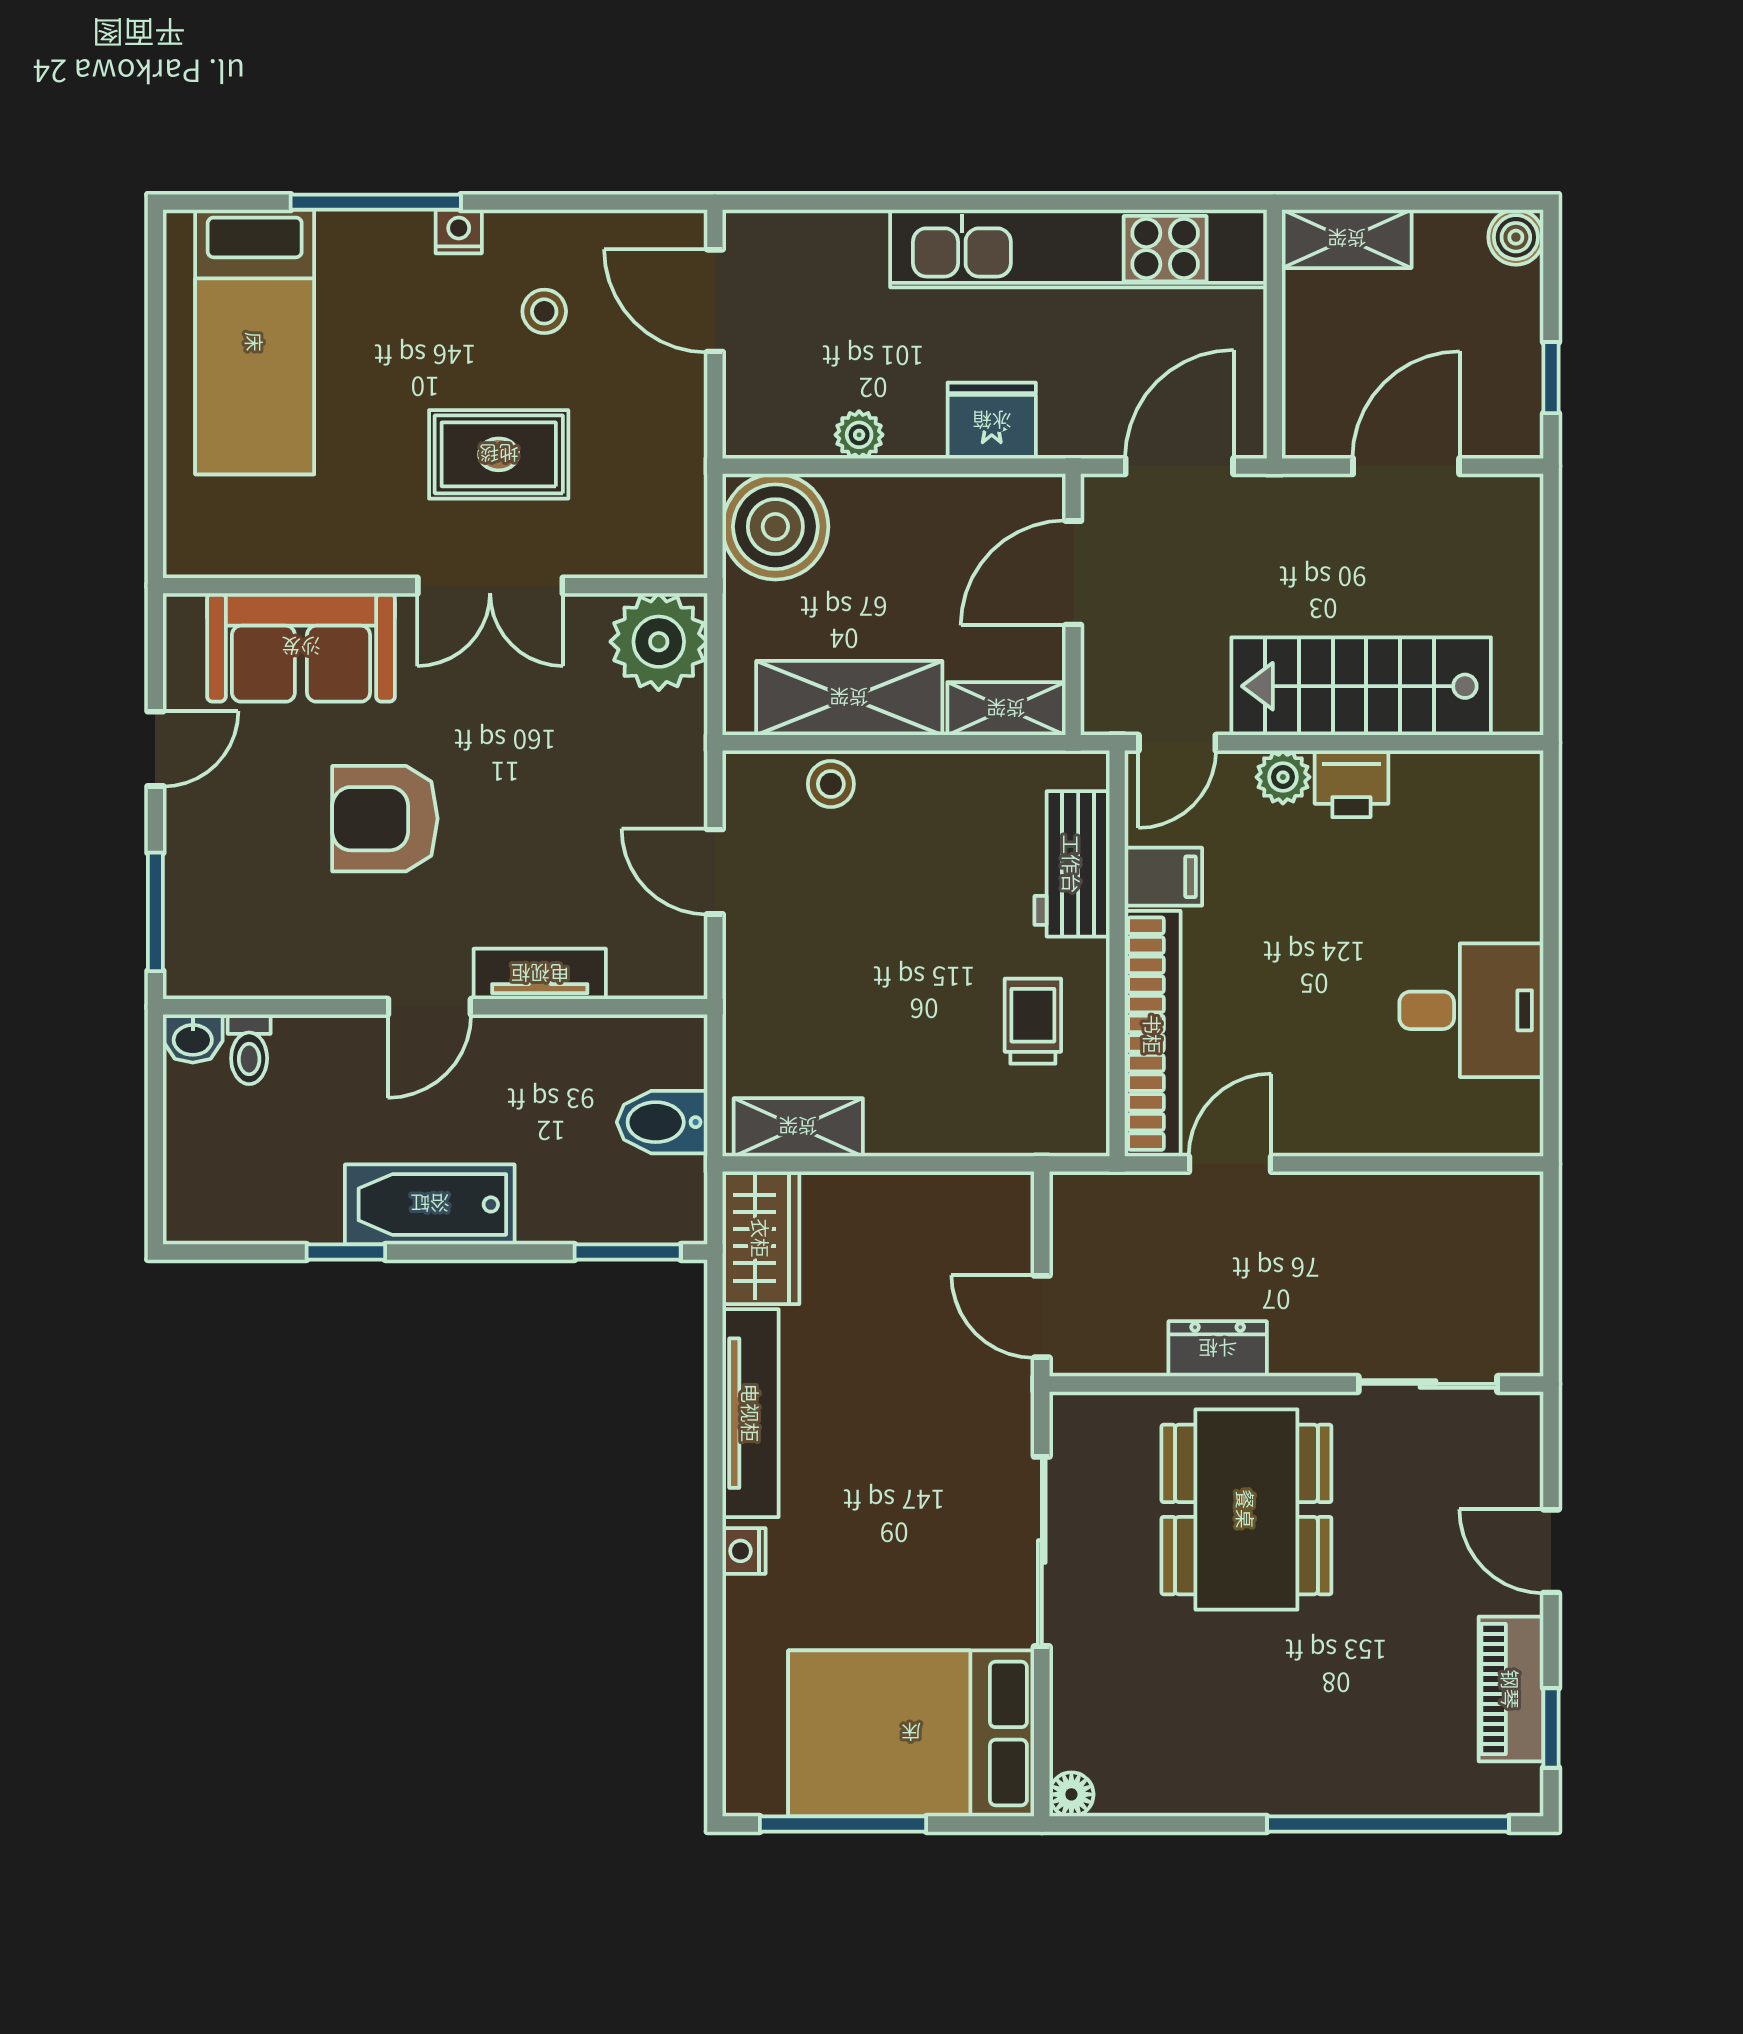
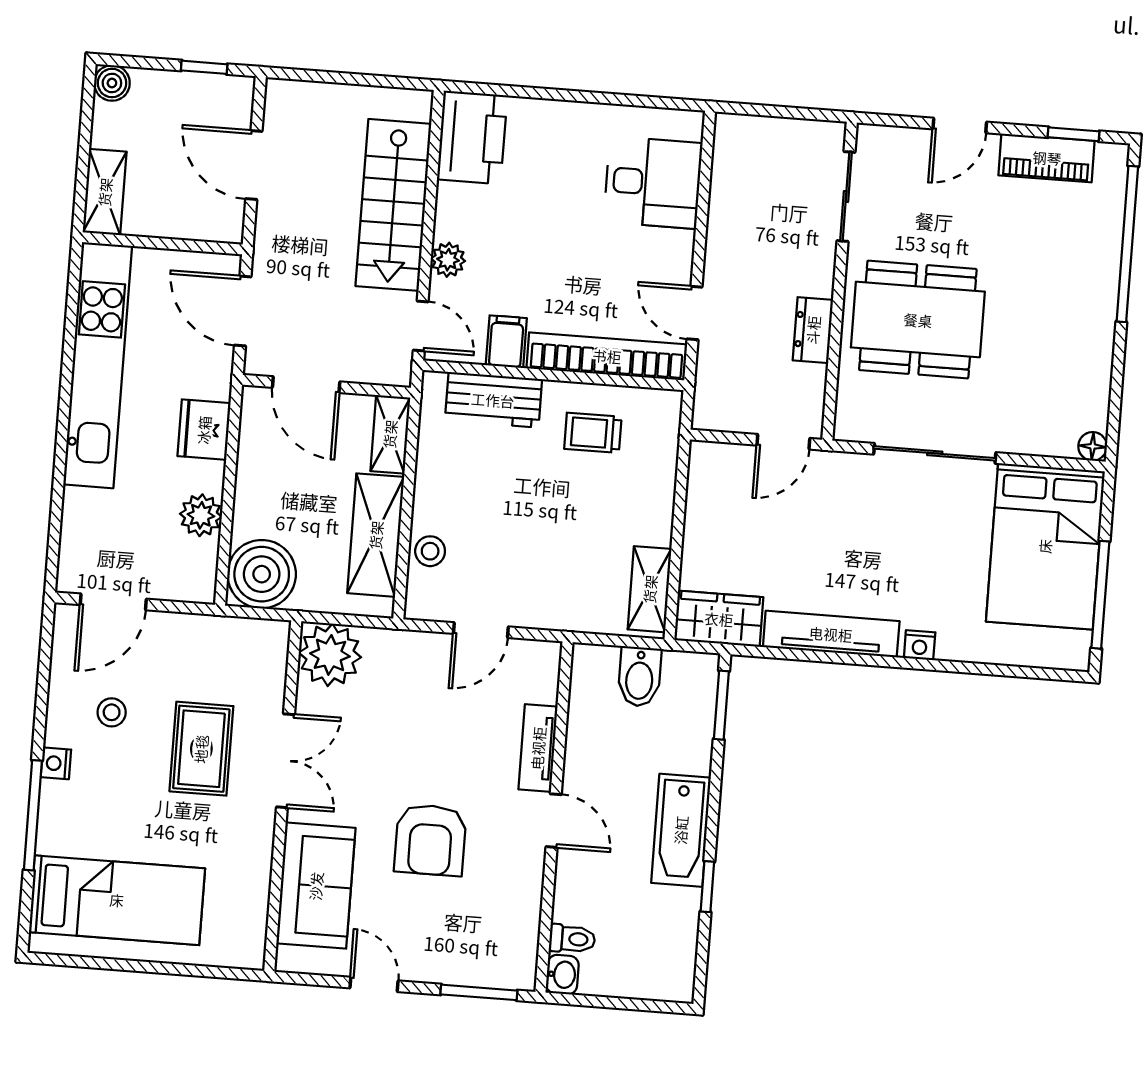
plant: (859, 435) -> (201, 515), width x1.38, depth x1.38
printer: (1351, 784) -> (472, 137), moved, width x1.87, depth x1.48
desk: (1471, 1010) -> (653, 183), moved, turned 90

